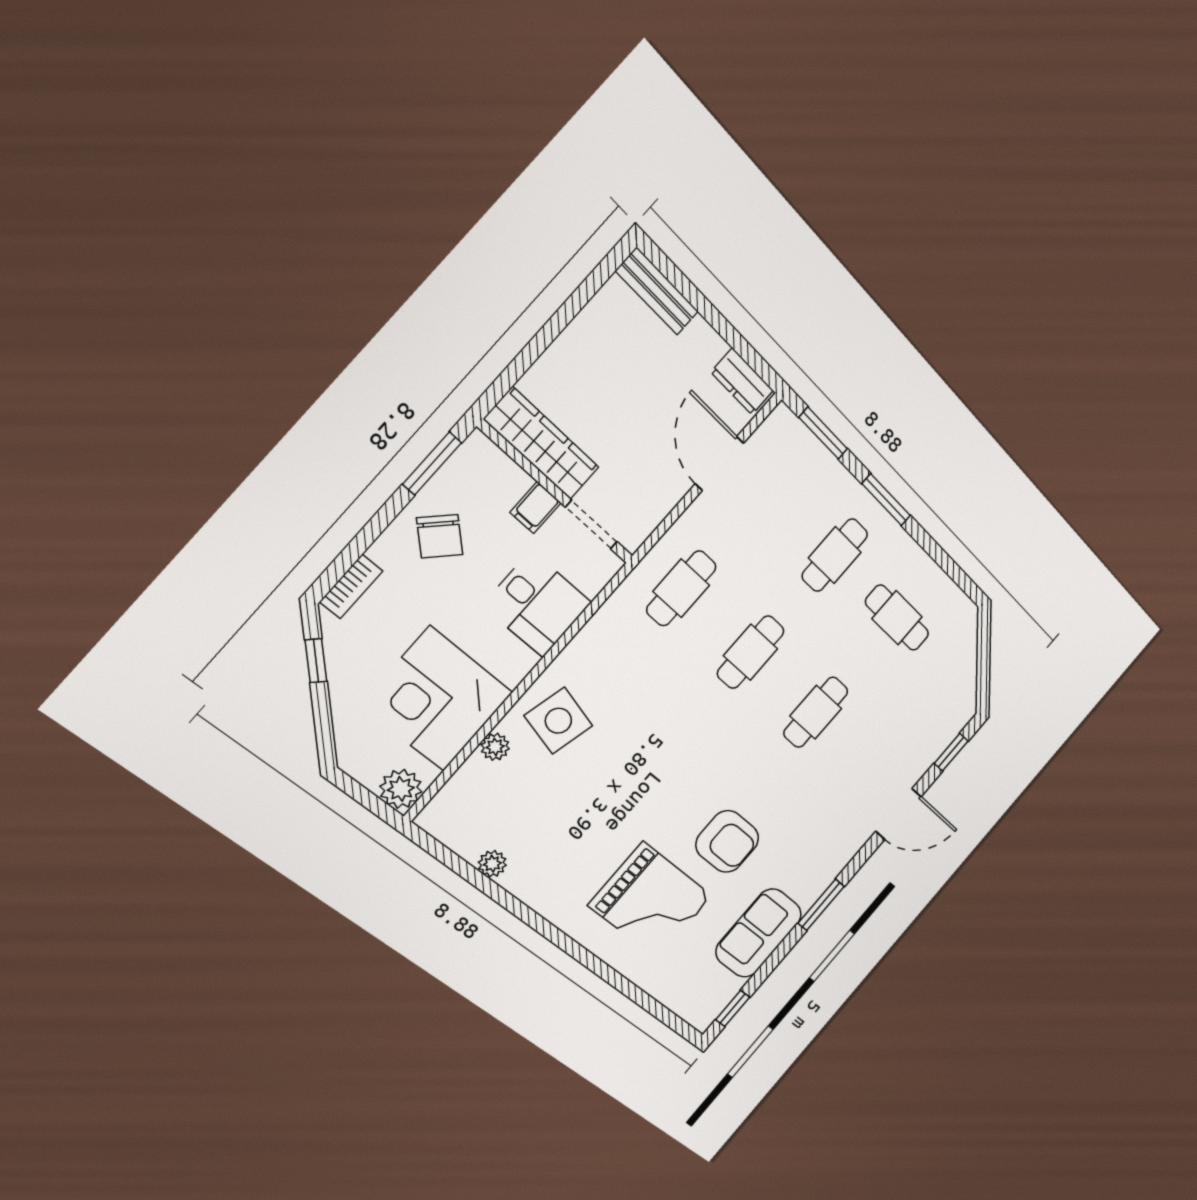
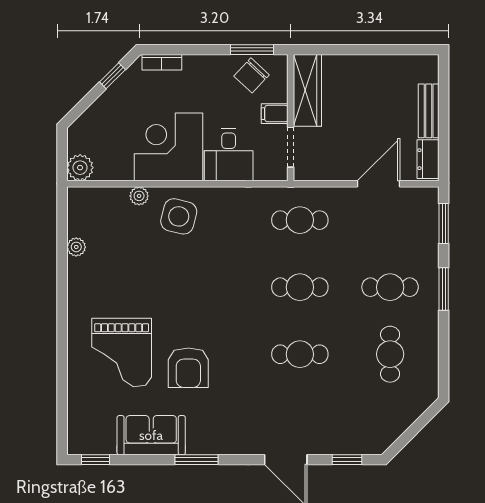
bench: (657, 291) -> (429, 111), moved
chair: (440, 536) -> (251, 75), moved
corner desk: (437, 699) -> (168, 147), moved

